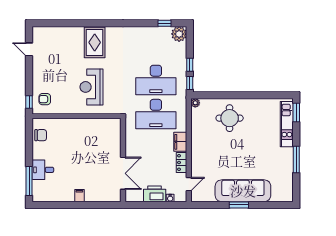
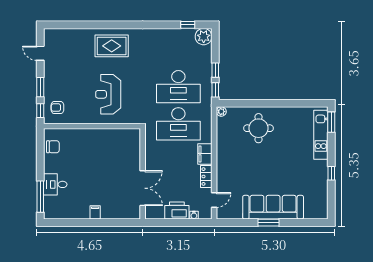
rug: (95, 42) -> (112, 46), turned 90
window: (29, 80) -> (40, 87), added
window: (296, 159) -> (331, 173), width x0.46

